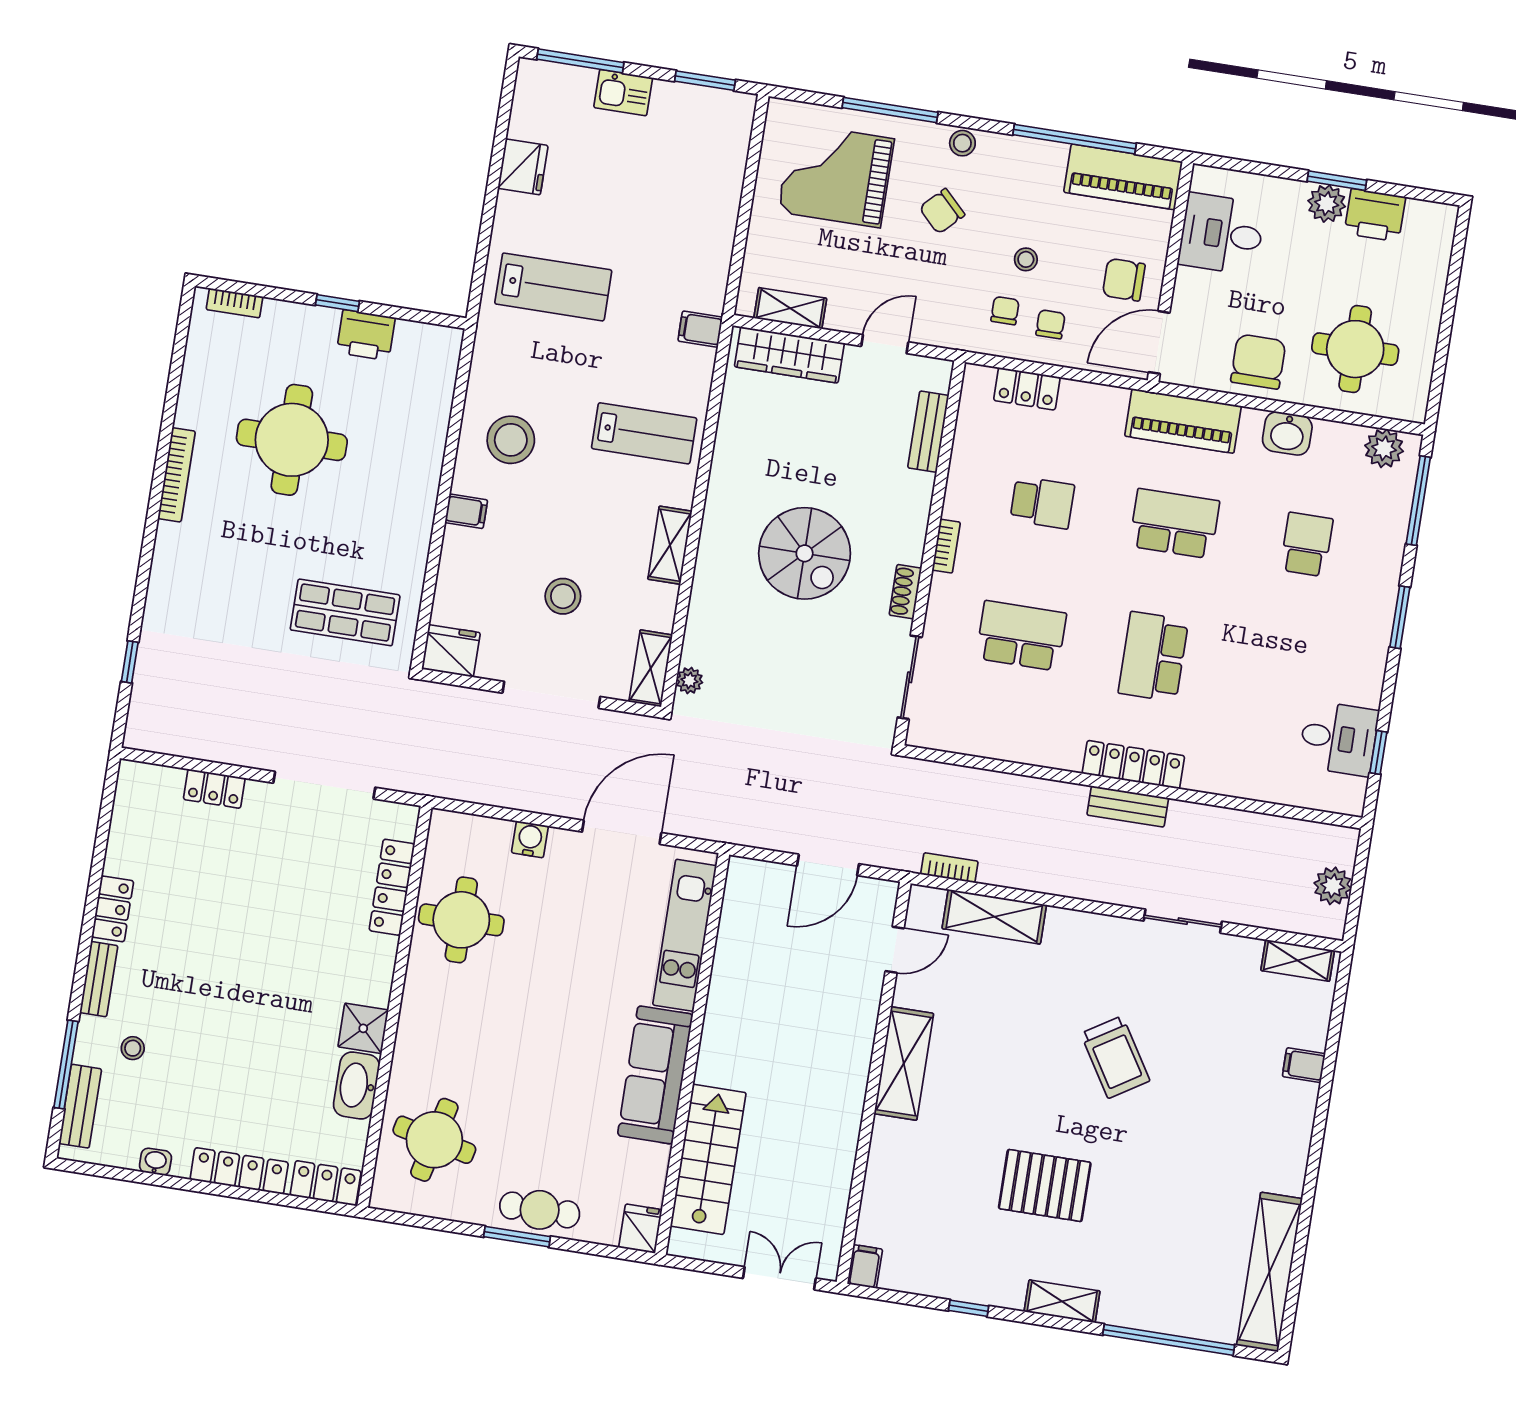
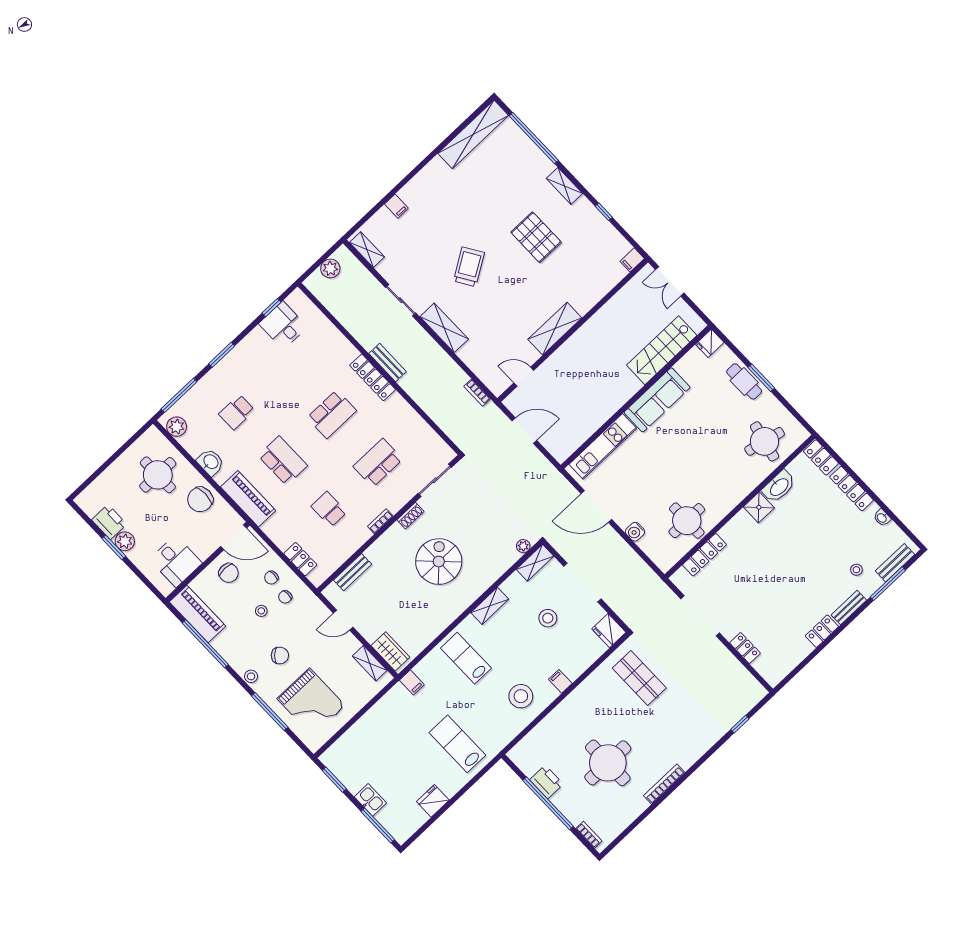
window: (337, 303) -> (548, 803), width x3.17
wardrobe: (789, 355) -> (390, 651), width x0.67
school desk: (1174, 524) -> (283, 461), turned 180
school desk: (1021, 636) -> (378, 463), turned 90
shelving: (994, 917) -> (444, 328), moved

